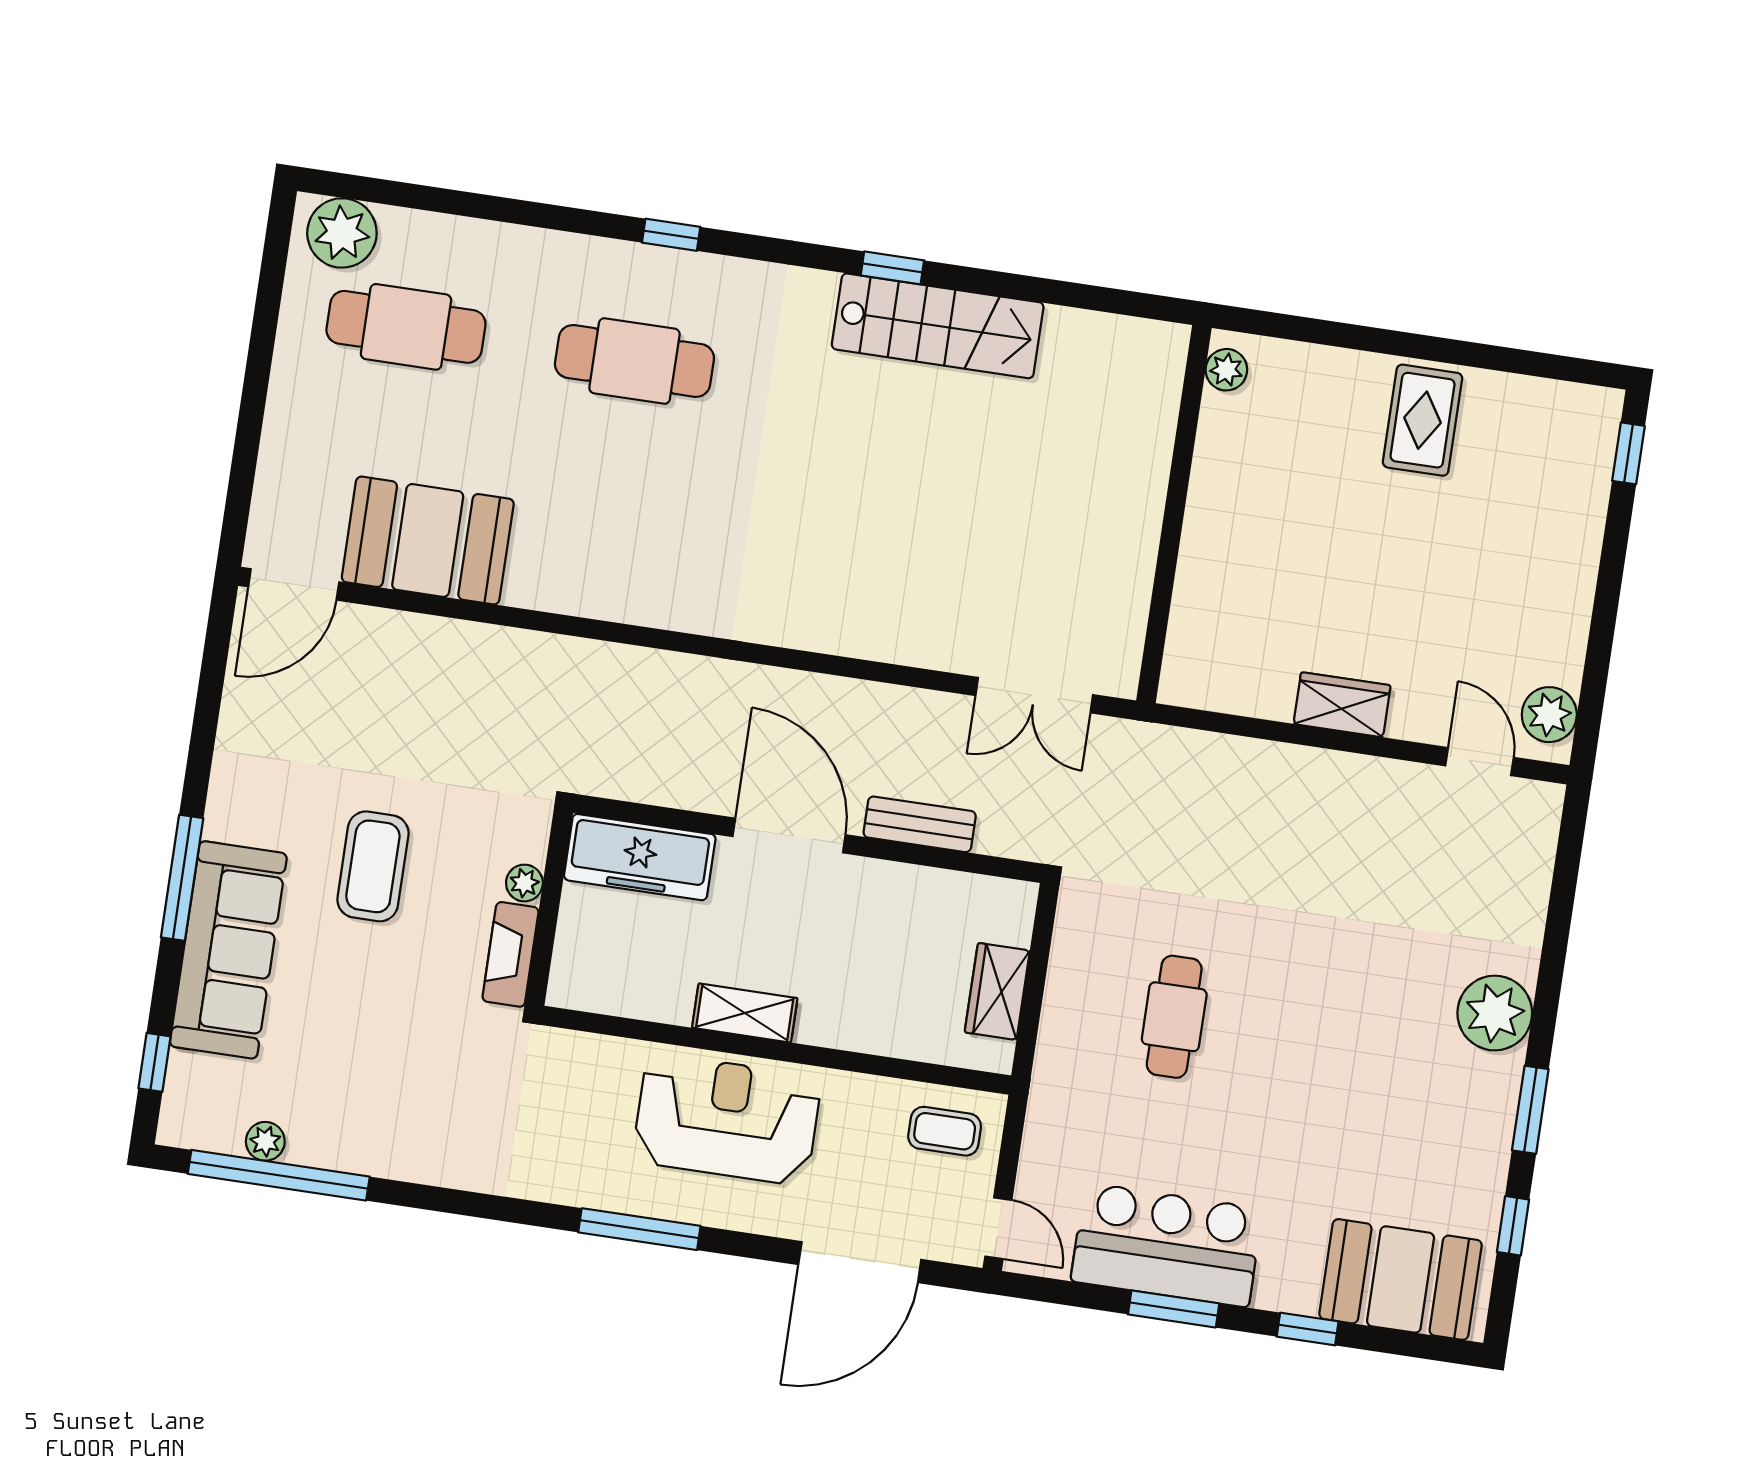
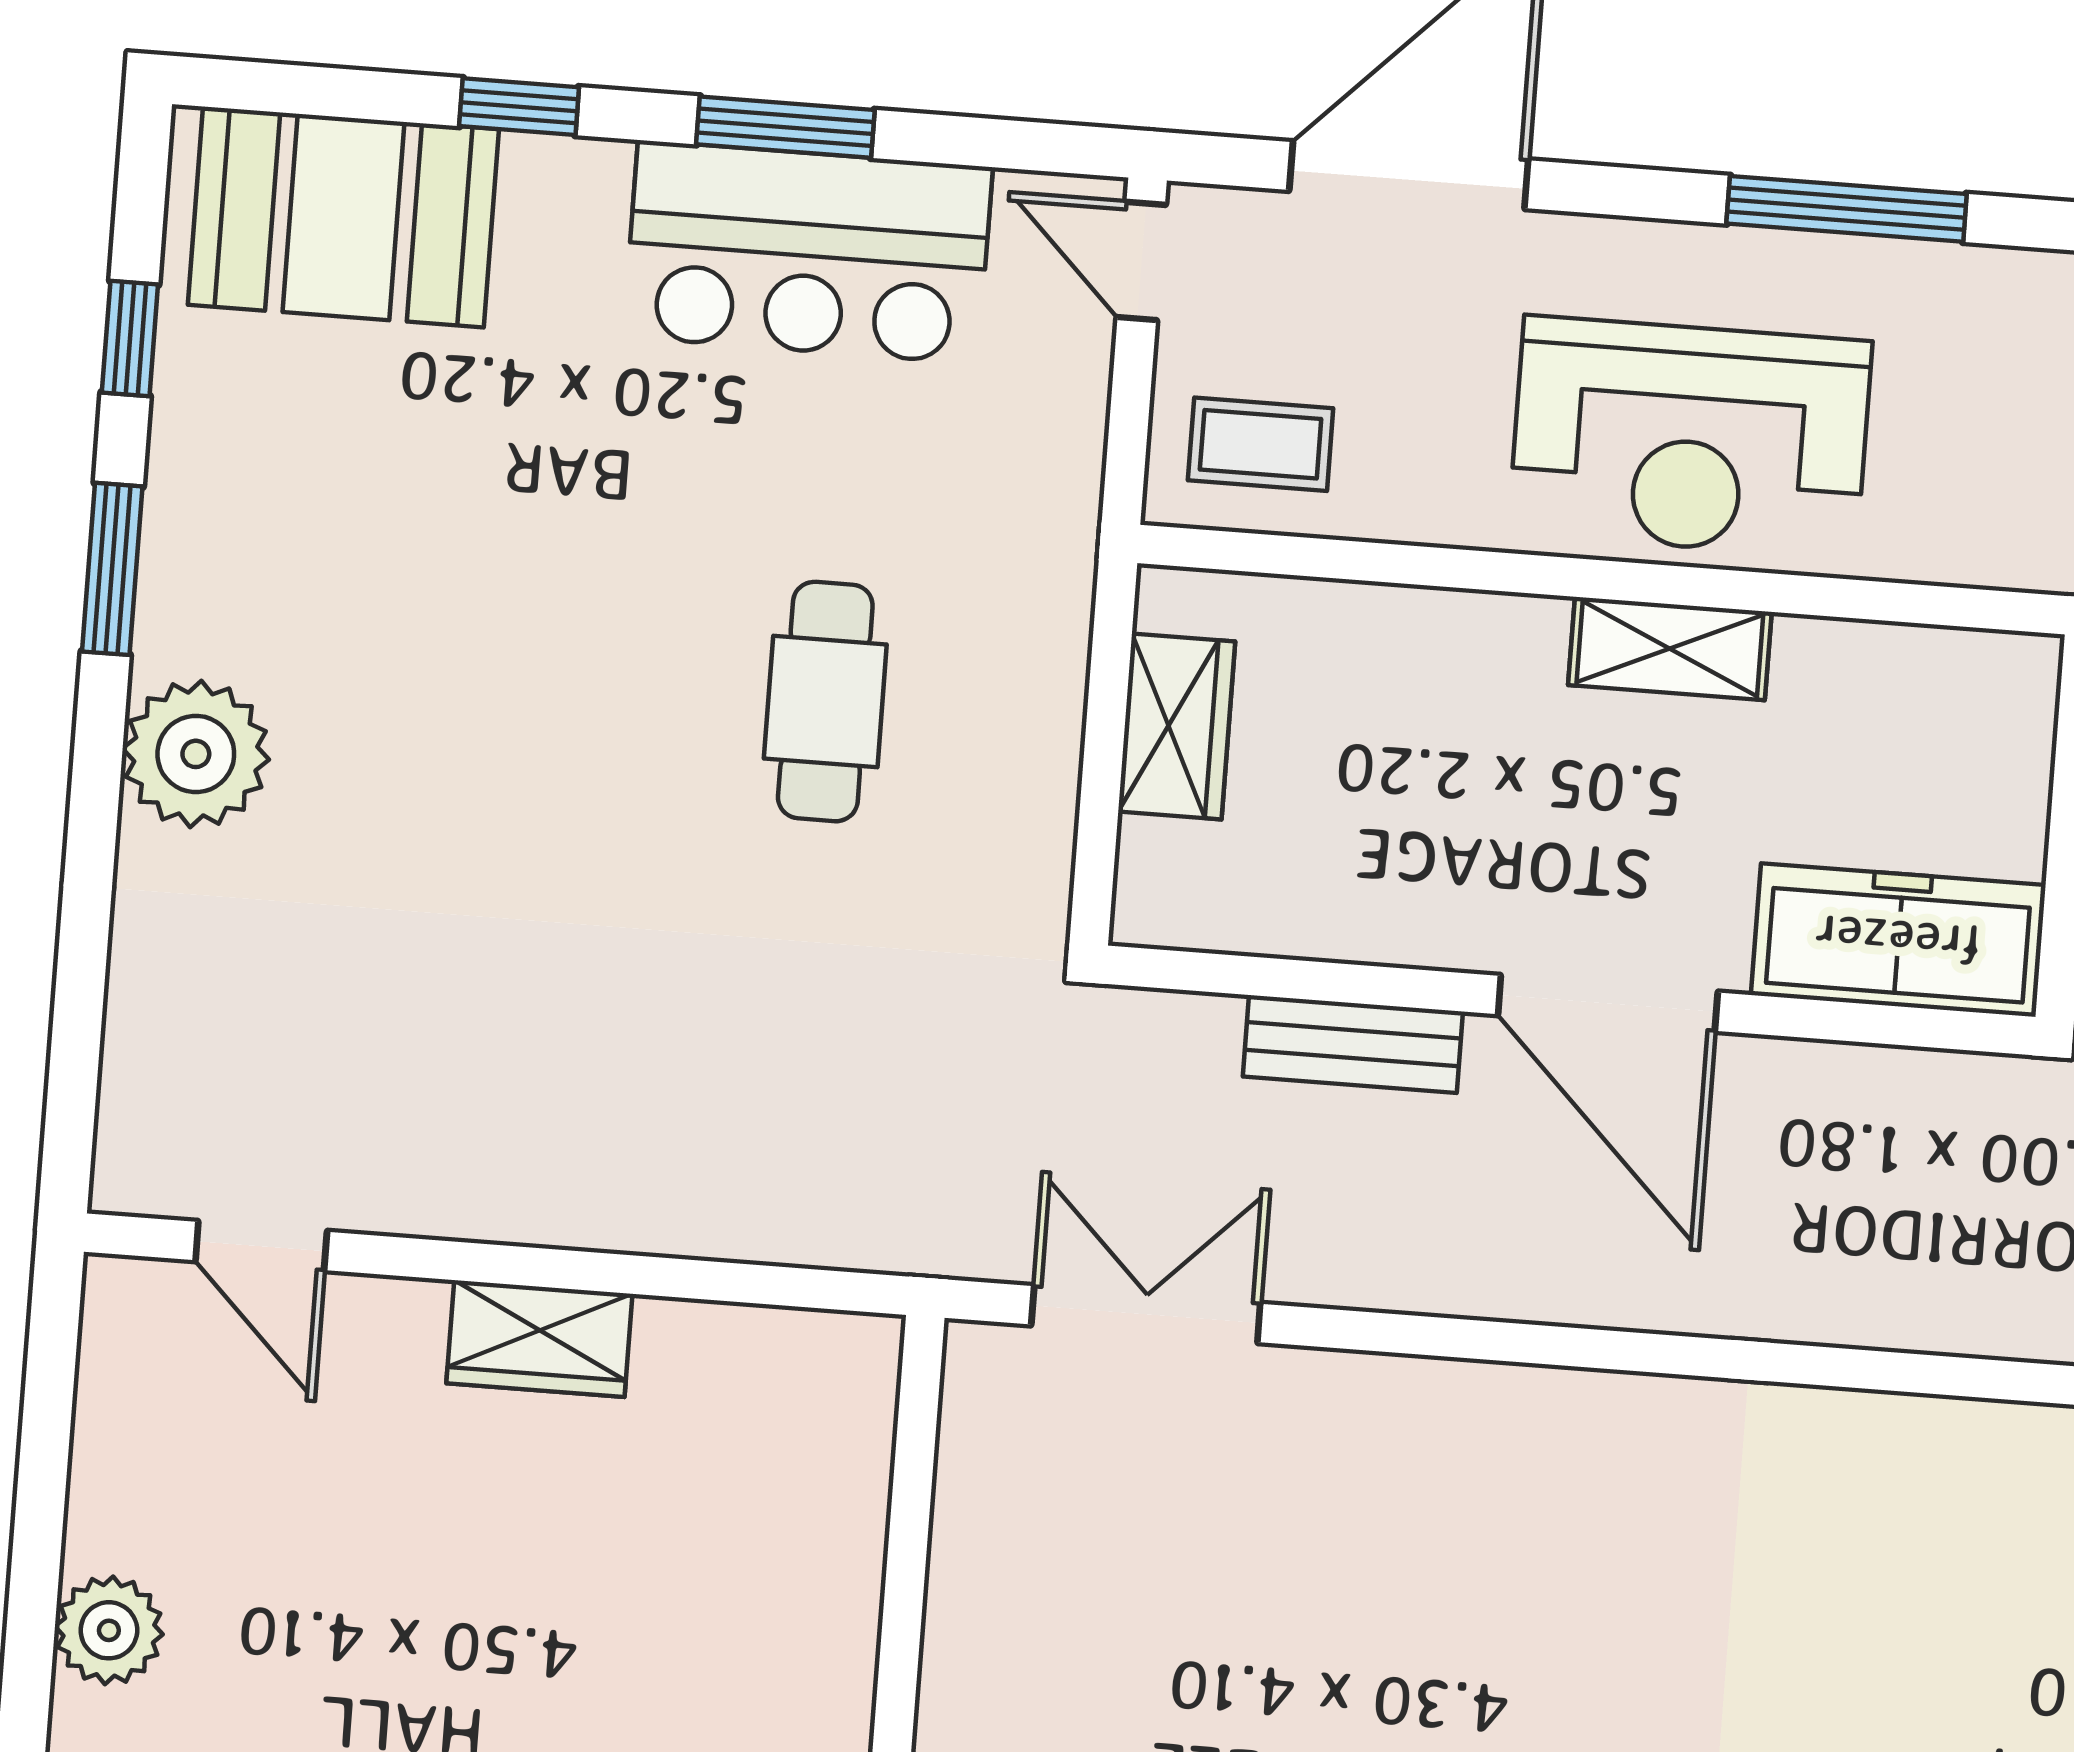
plant: (1549, 715) -> (109, 1630), moved

